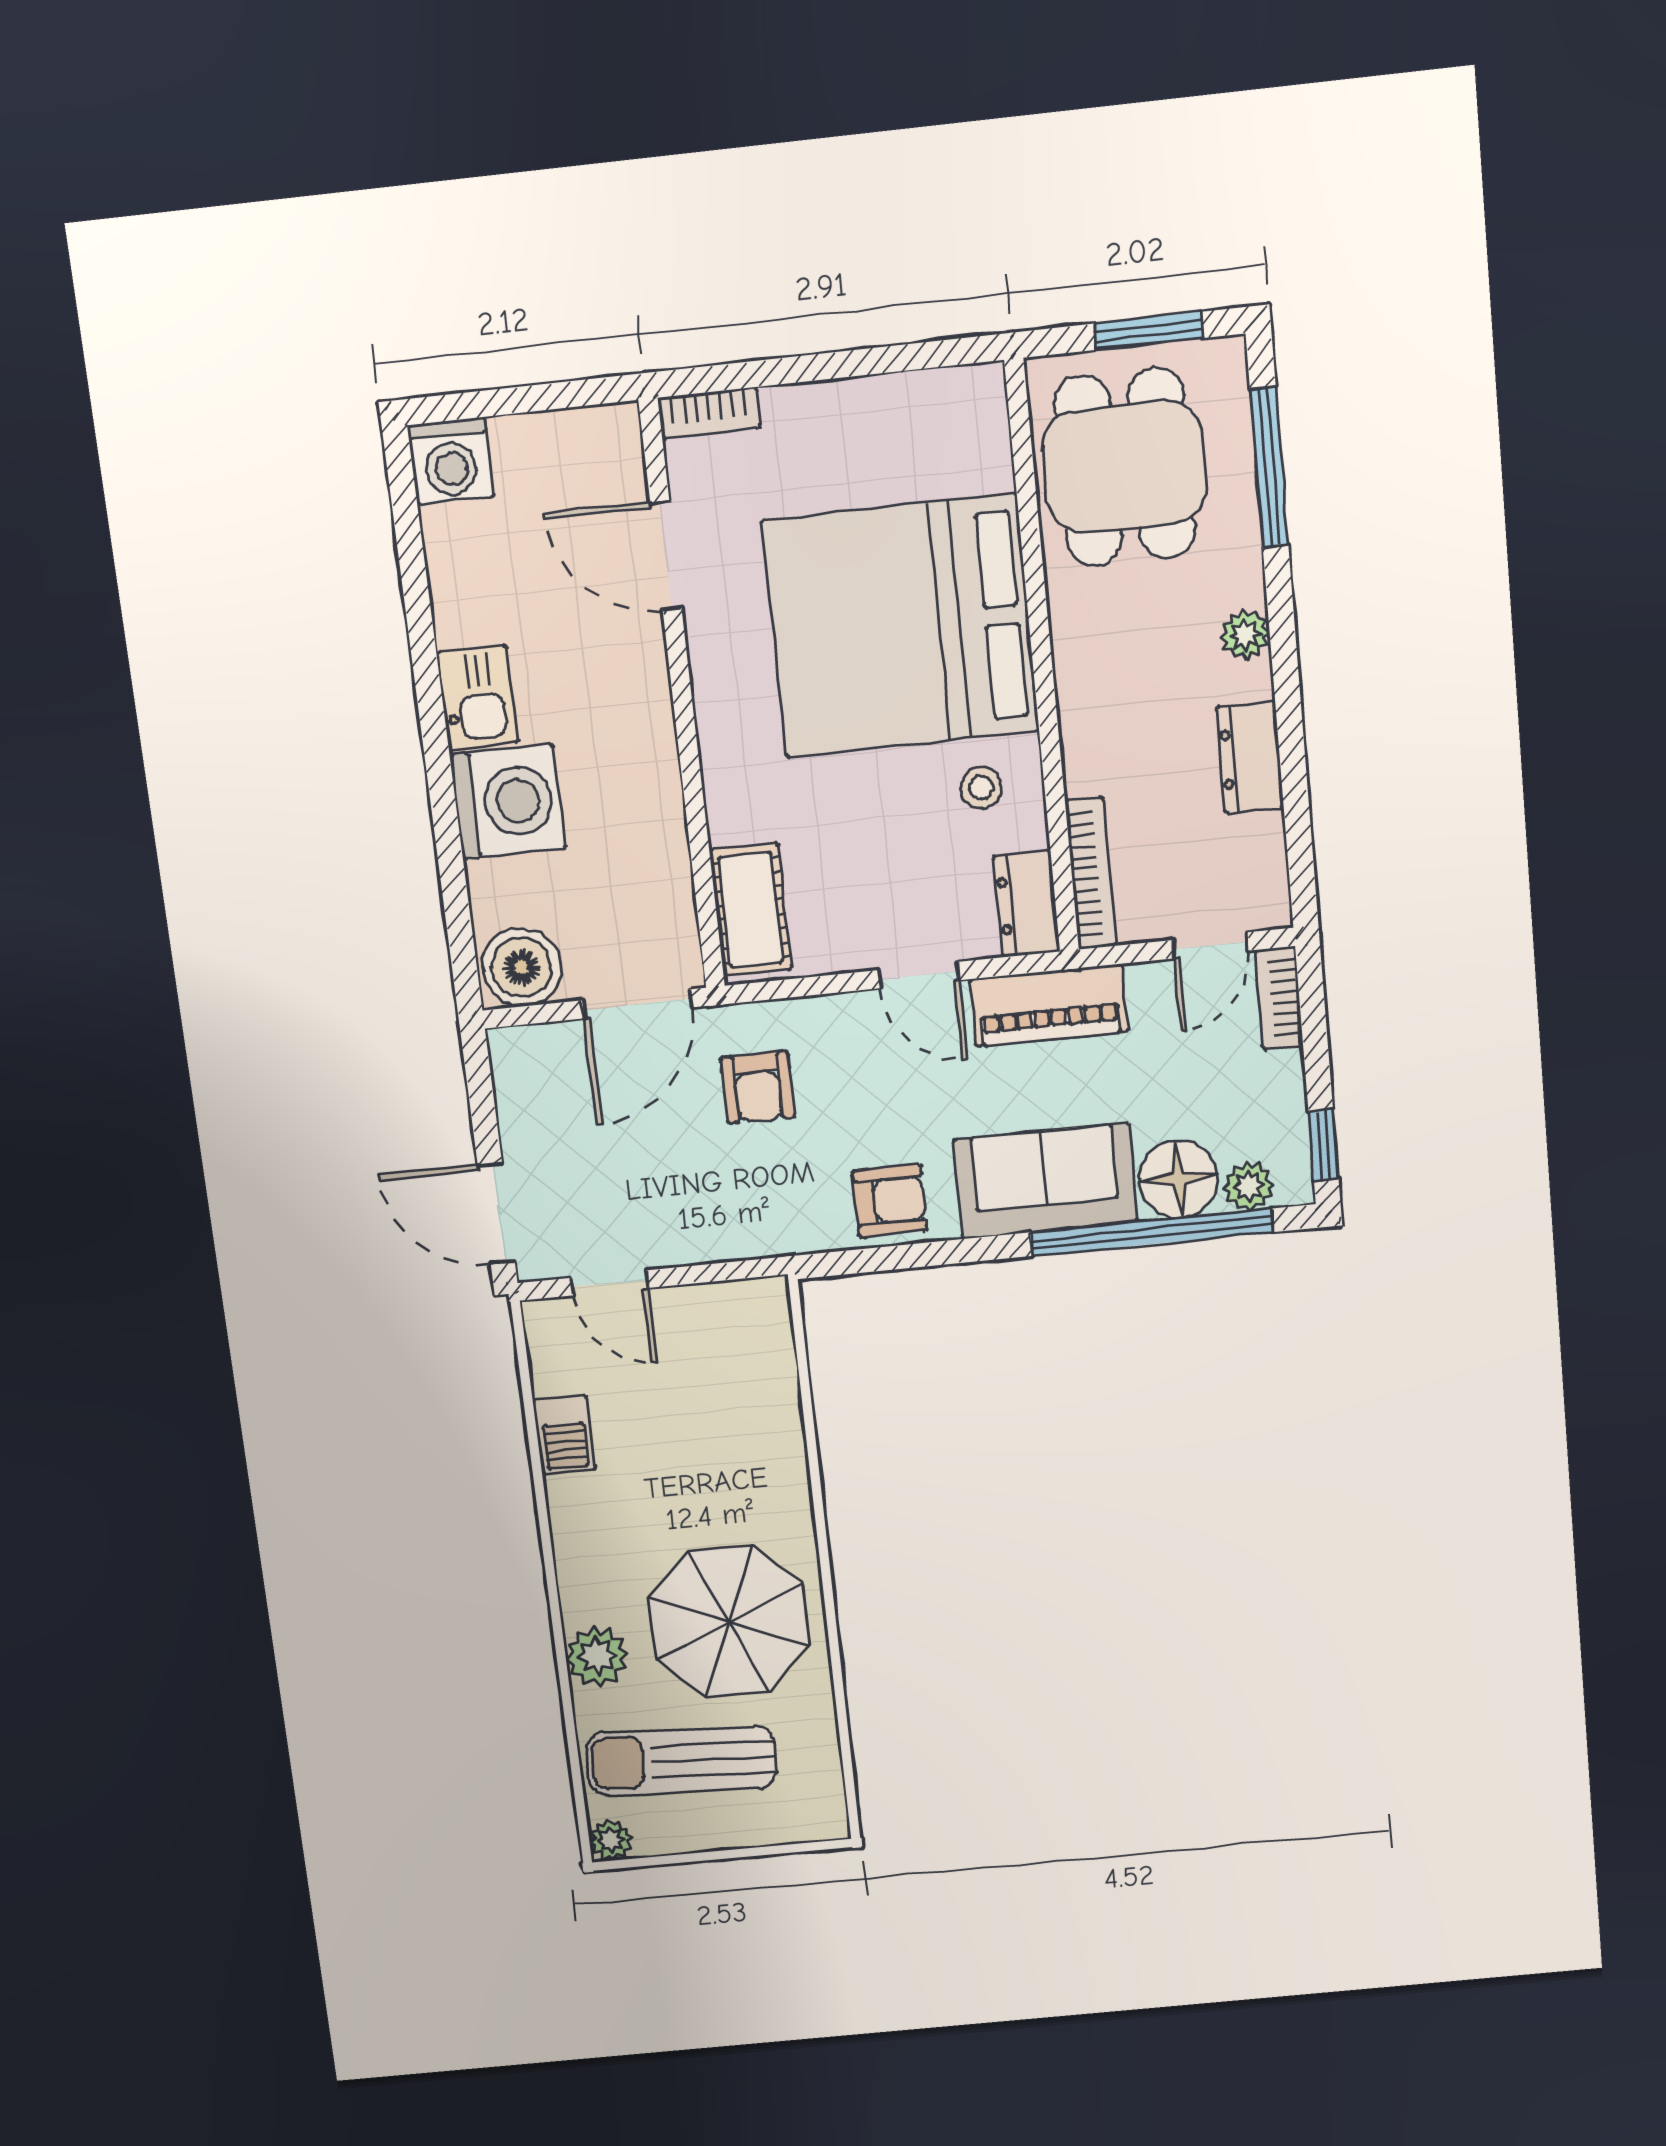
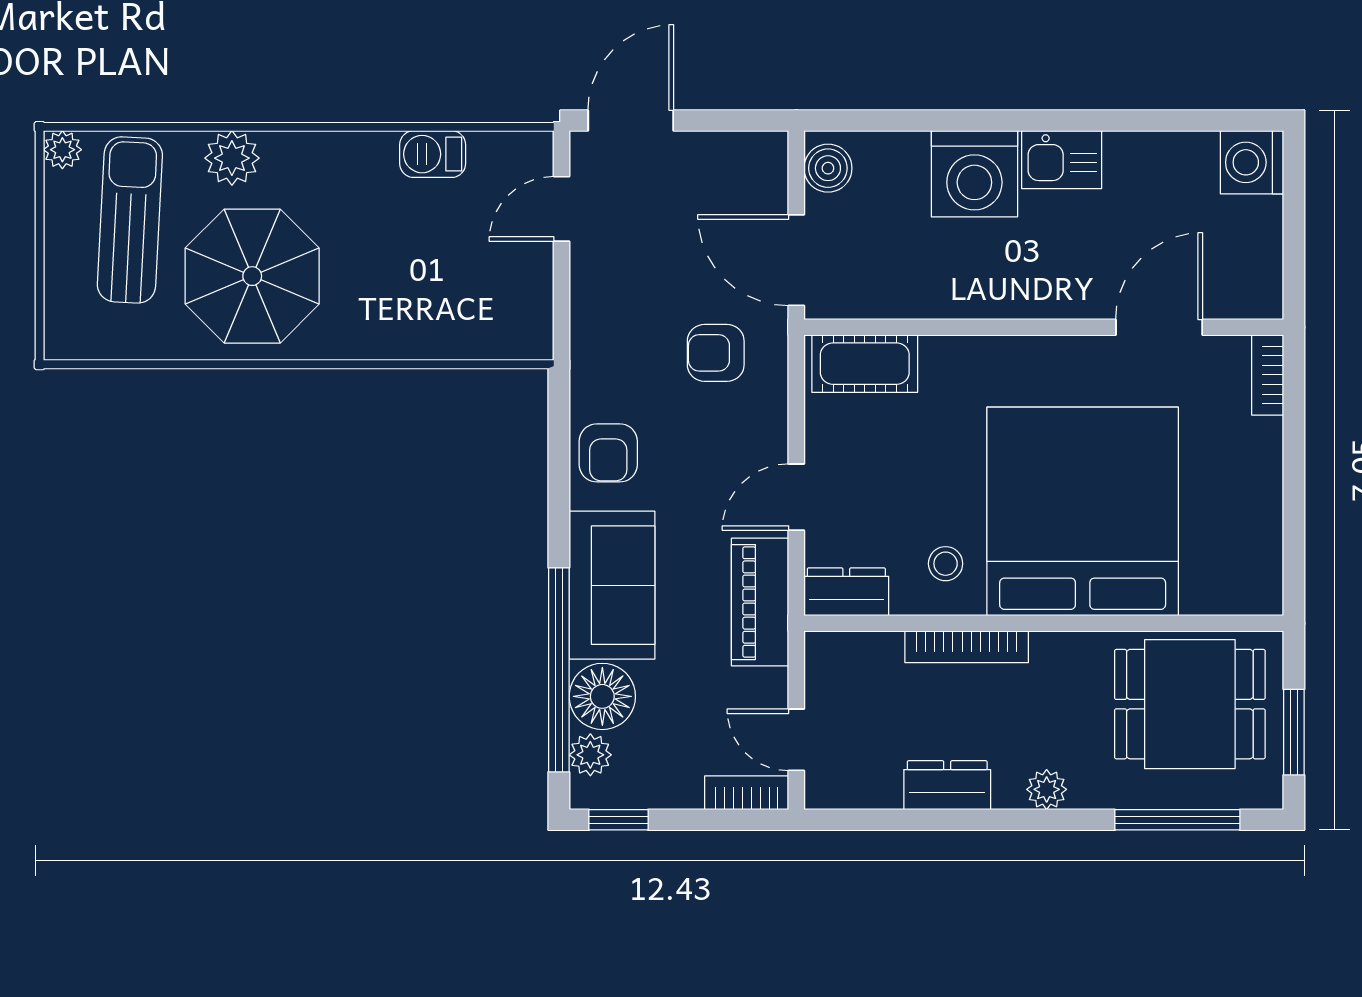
bookcase: (1091, 874) -> (967, 647), moved
boiler: (522, 967) -> (828, 168), width x0.73, depth x0.73

